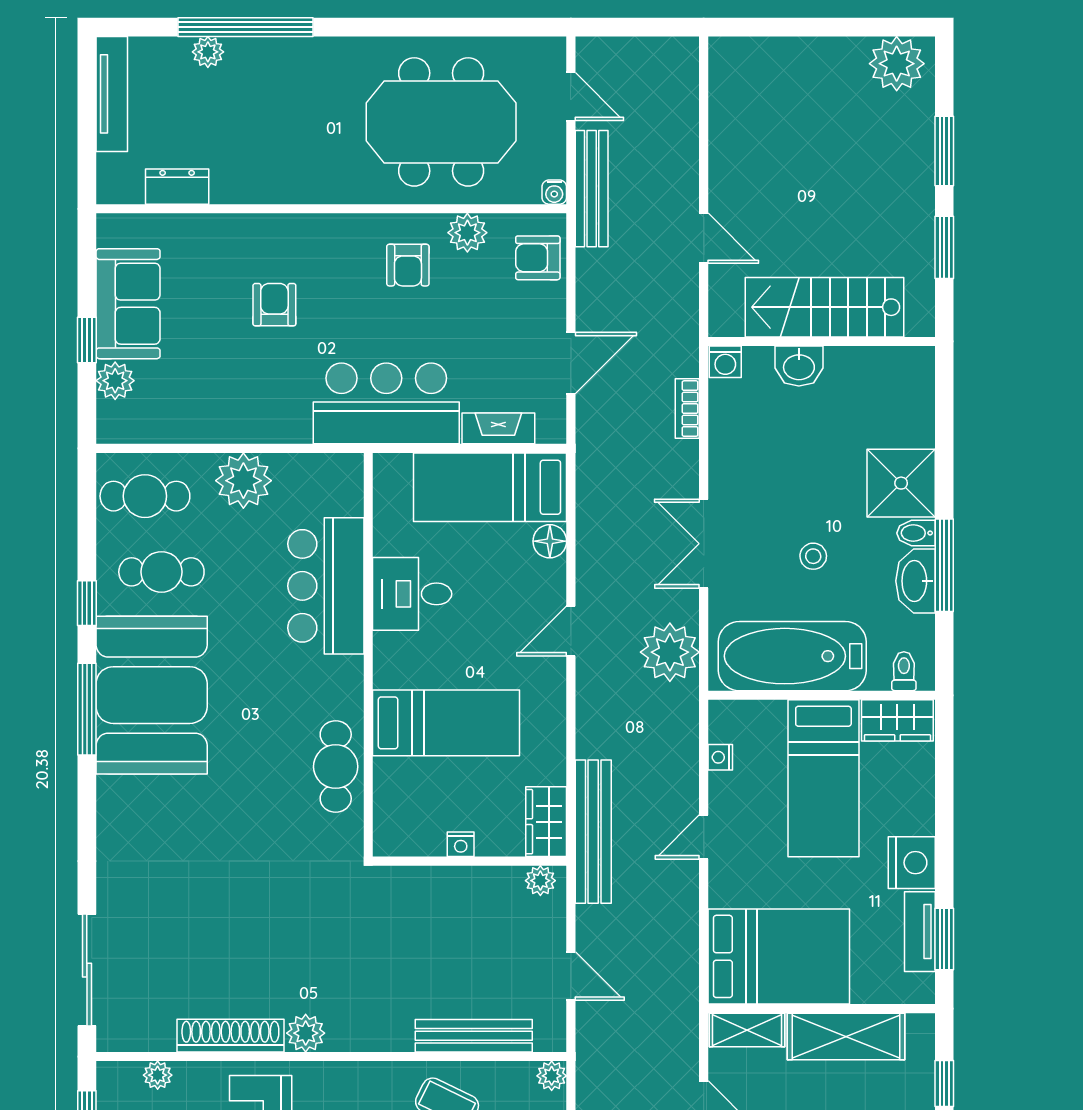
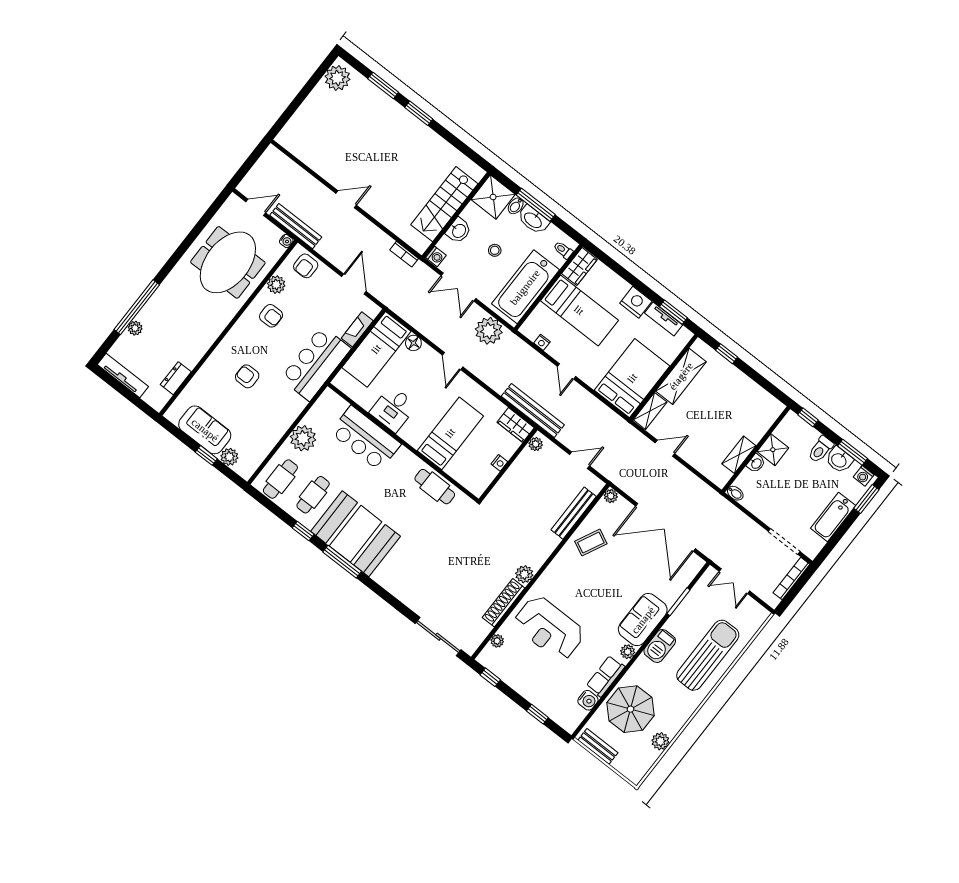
stairs: (825, 307) -> (444, 204), moved
wall: (822, 341) -> (456, 215), moved
washing machine: (725, 362) -> (436, 256), moved
washbasin: (799, 366) -> (459, 231), moved

